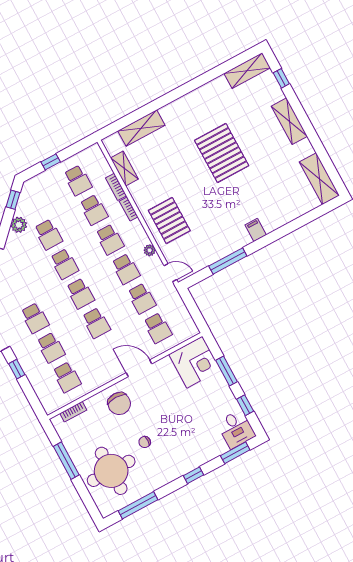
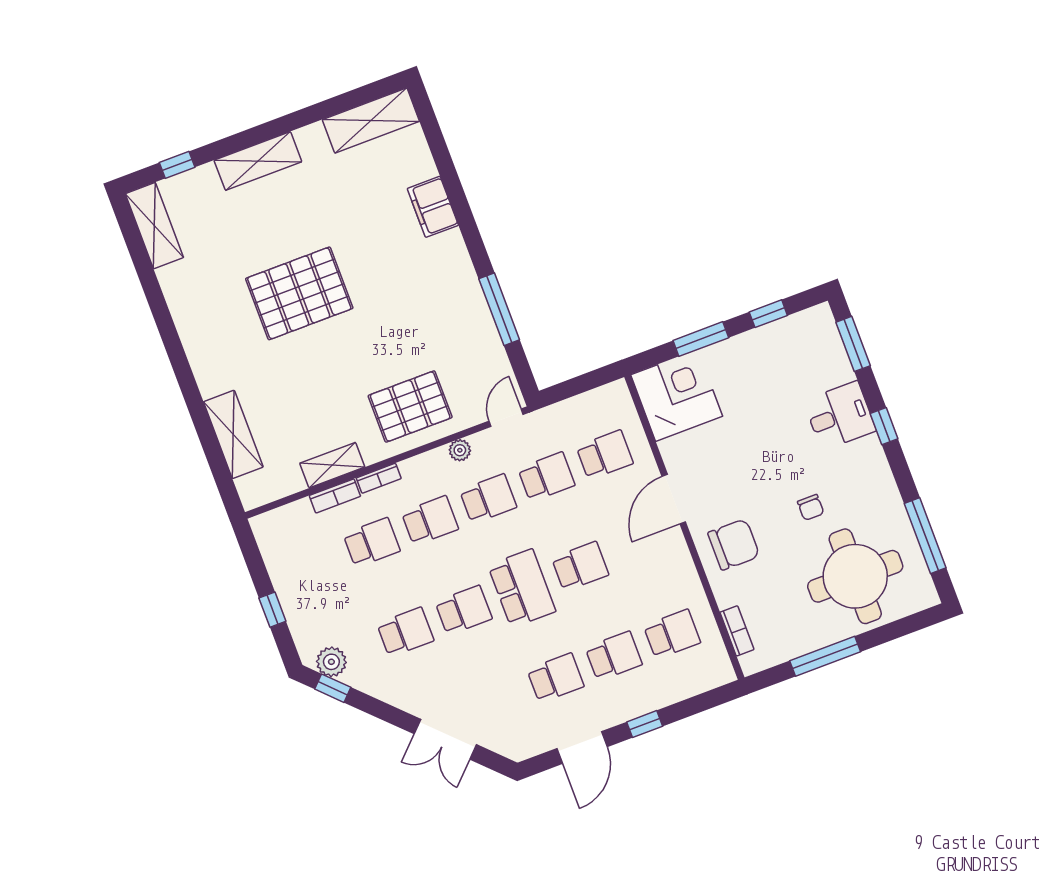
shelving: (124, 169) -> (332, 465), moved
school desk: (78, 180) -> (313, 564), removed
plant: (19, 225) -> (331, 662), moved
filing cabinet: (256, 230) -> (433, 207), moved, width x2.00
school desk: (80, 294) -> (522, 588), width x1.85
desk: (236, 429) -> (840, 416), moved

